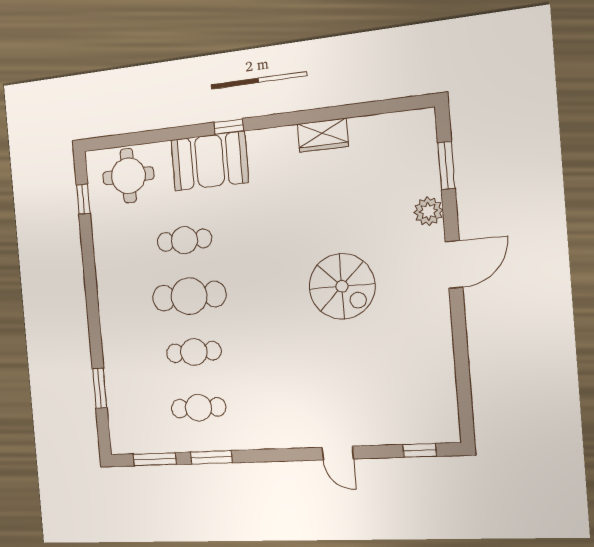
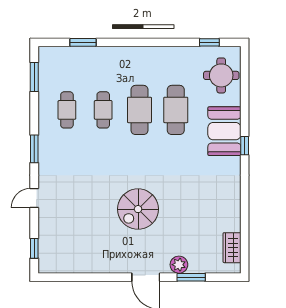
wardrobe: (323, 135) -> (232, 248), moved
window: (446, 165) -> (191, 277), moved
cafe table: (184, 240) -> (176, 110), width x1.37, depth x1.35
window: (211, 457) -> (34, 149), moved

